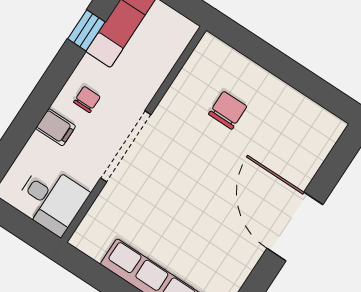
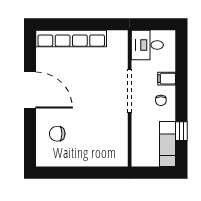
chair: (228, 110) -> (57, 134), moved, turned 90
door: (295, 227) -> (30, 90), moved

